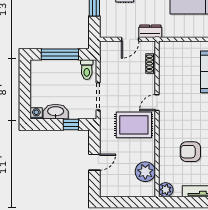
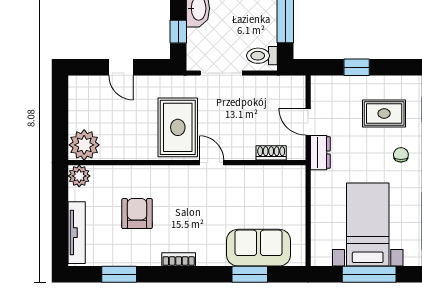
plant: (145, 172) -> (84, 145), moved

